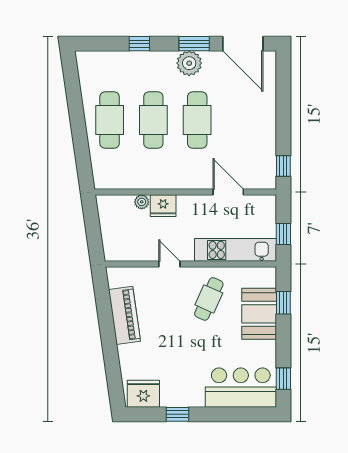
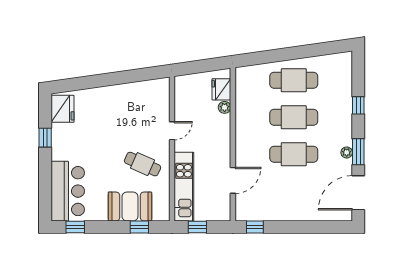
plant: (189, 63) -> (347, 152), width x0.53, depth x0.53
fridge: (163, 206) -> (221, 89), moved
piano: (125, 315) -> (129, 93), removed

